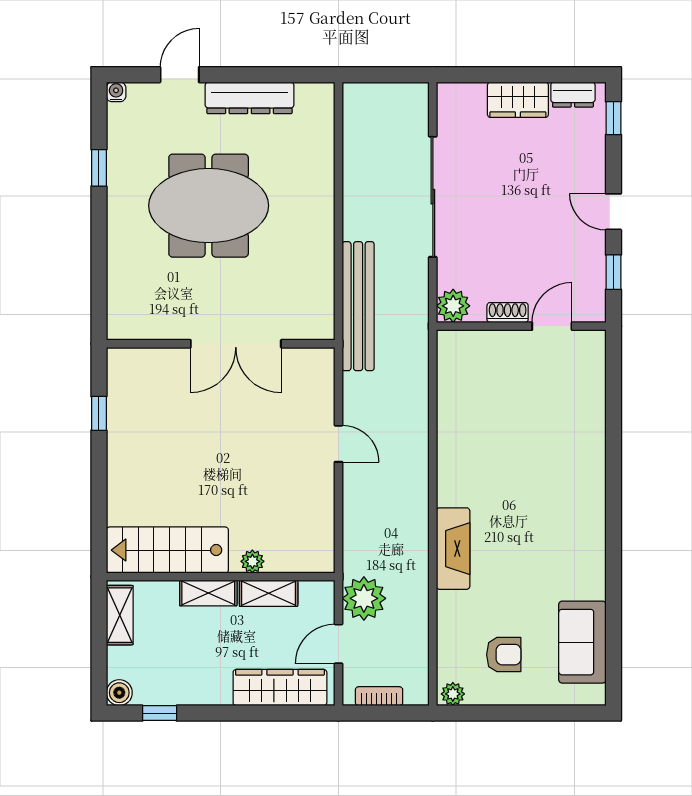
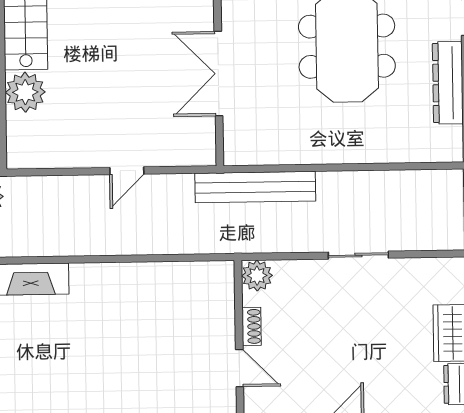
sliding door: (433, 197) -> (358, 255), width x0.54
plant: (252, 561) -> (25, 92), width x1.88, depth x1.88

